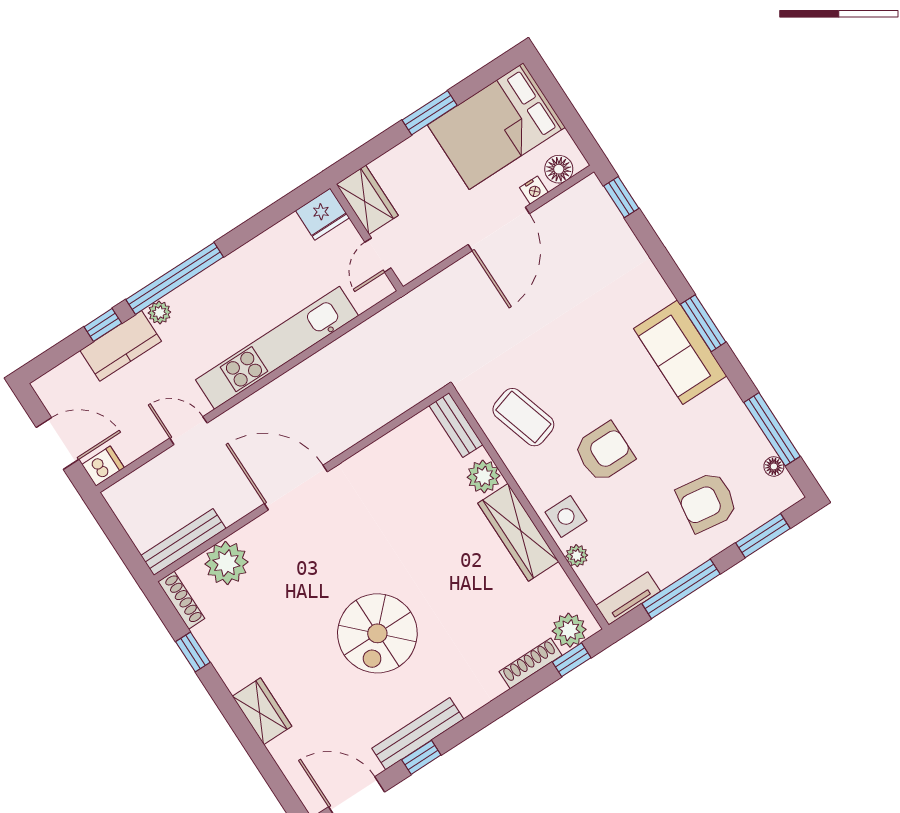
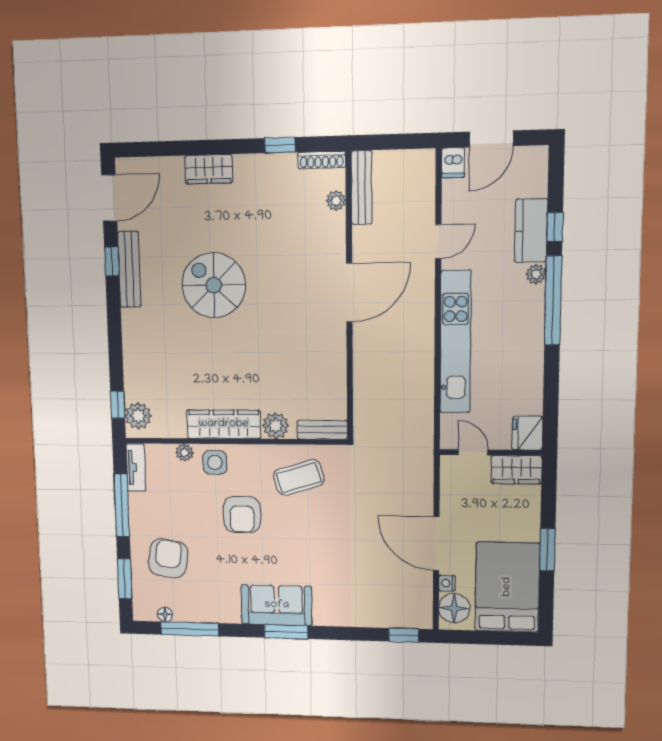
floor lamp: (559, 169) -> (454, 608), width x1.38, depth x1.38
plant: (226, 563) -> (336, 201), width x0.53, depth x0.53
shoe rack: (531, 663) -> (131, 376), removed

